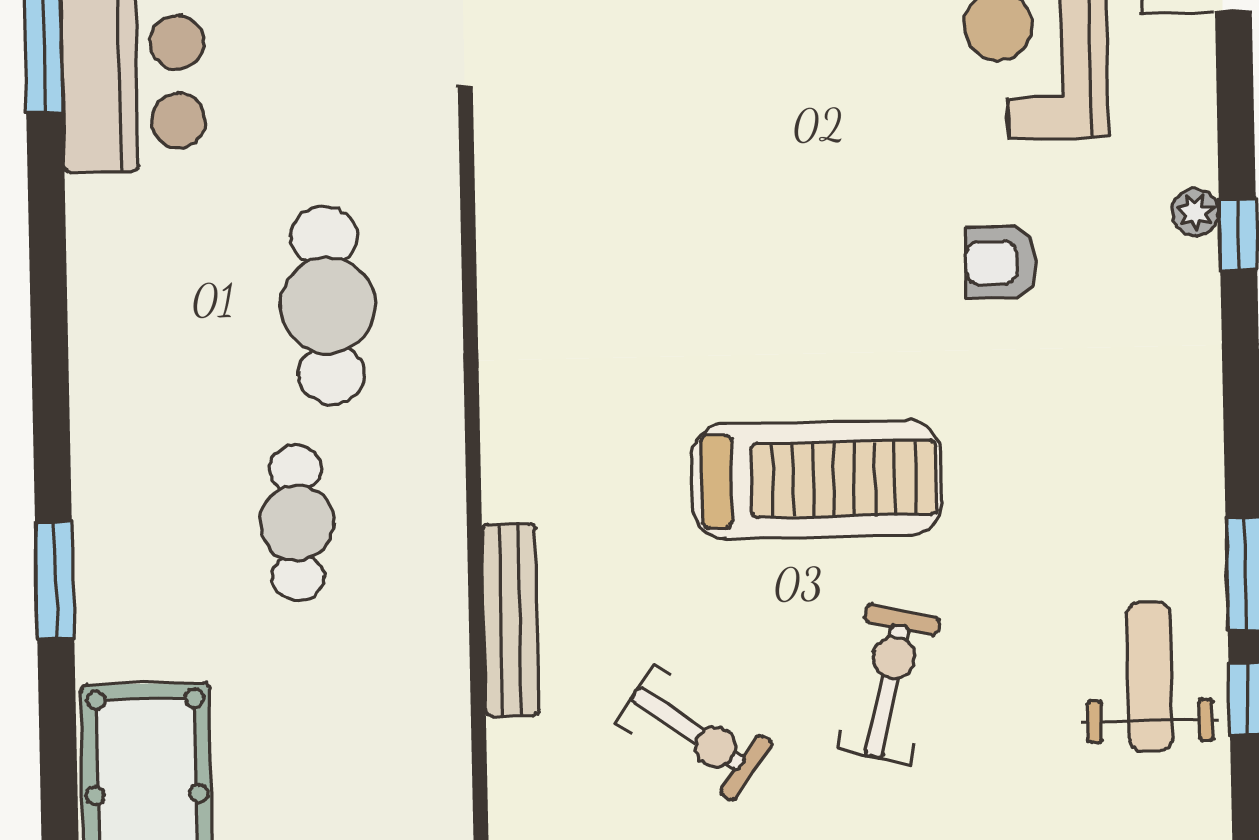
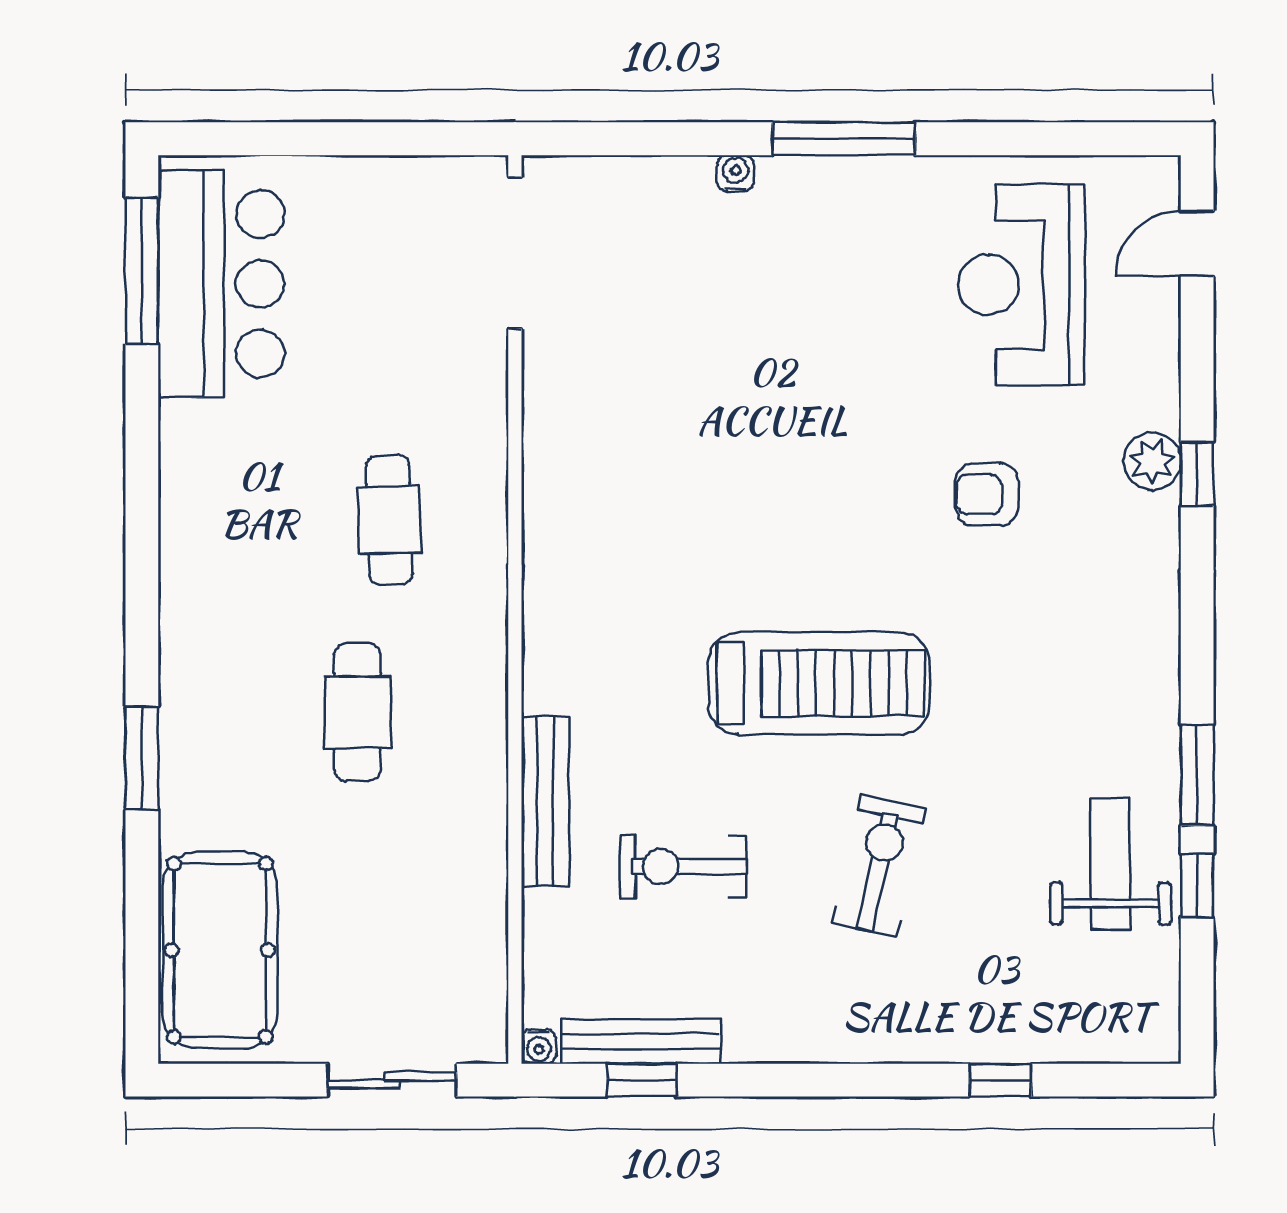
plant: (1196, 212) -> (1152, 461), width x1.38, depth x1.38
cafe table: (328, 305) -> (389, 520), width x0.73, depth x0.74
exercise bike: (694, 733) -> (683, 866), moved, turned 145

